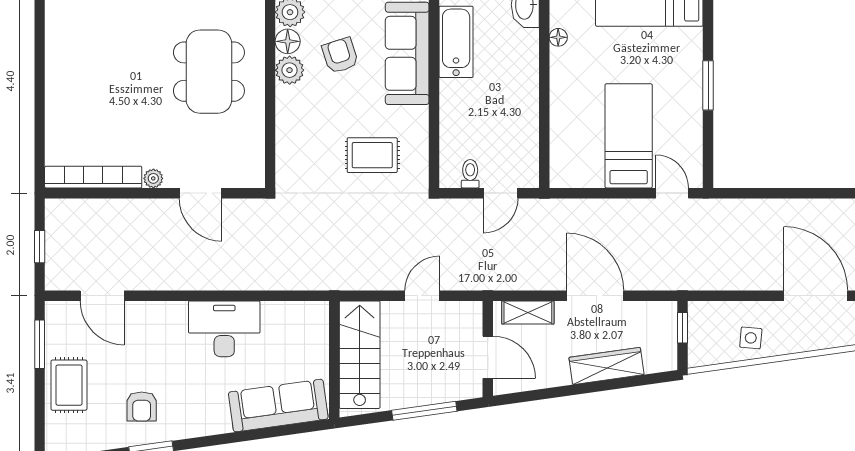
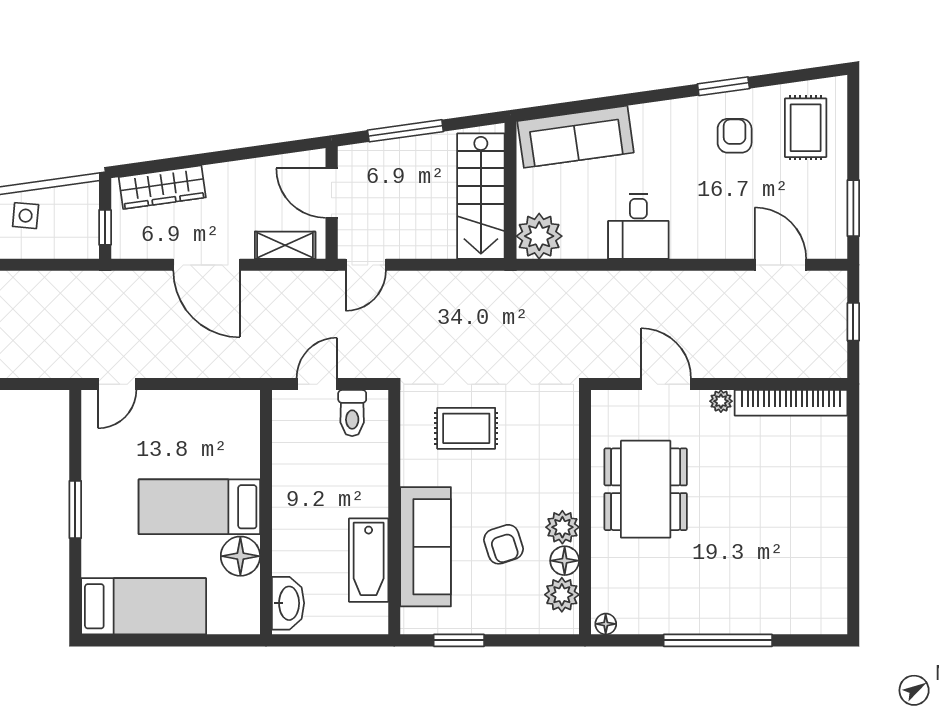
floor lamp: (558, 37) -> (240, 556), width x1.89, depth x1.89
dining table: (209, 72) -> (646, 489), moved
bed: (629, 136) -> (199, 507), moved, turned 90
toilet: (470, 174) -> (352, 413), width x1.37, depth x1.39
door: (672, 193) -> (117, 384), hinge flipped
door: (422, 296) -> (366, 265), moved
plant: (310, 320) -> (539, 236), added
desk: (224, 329) -> (638, 226), width x0.73
wardrobe: (606, 366) -> (162, 187), moved
rug: (69, 385) -> (806, 128), moved

